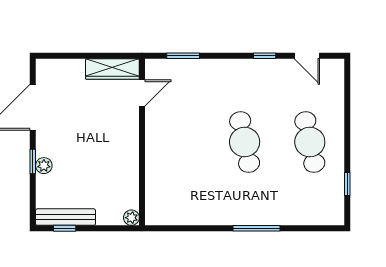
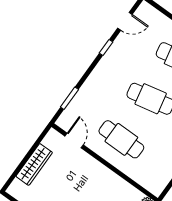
wardrobe: (112, 69) -> (34, 164), moved
cafe table: (179, 142) -> (121, 139), added

